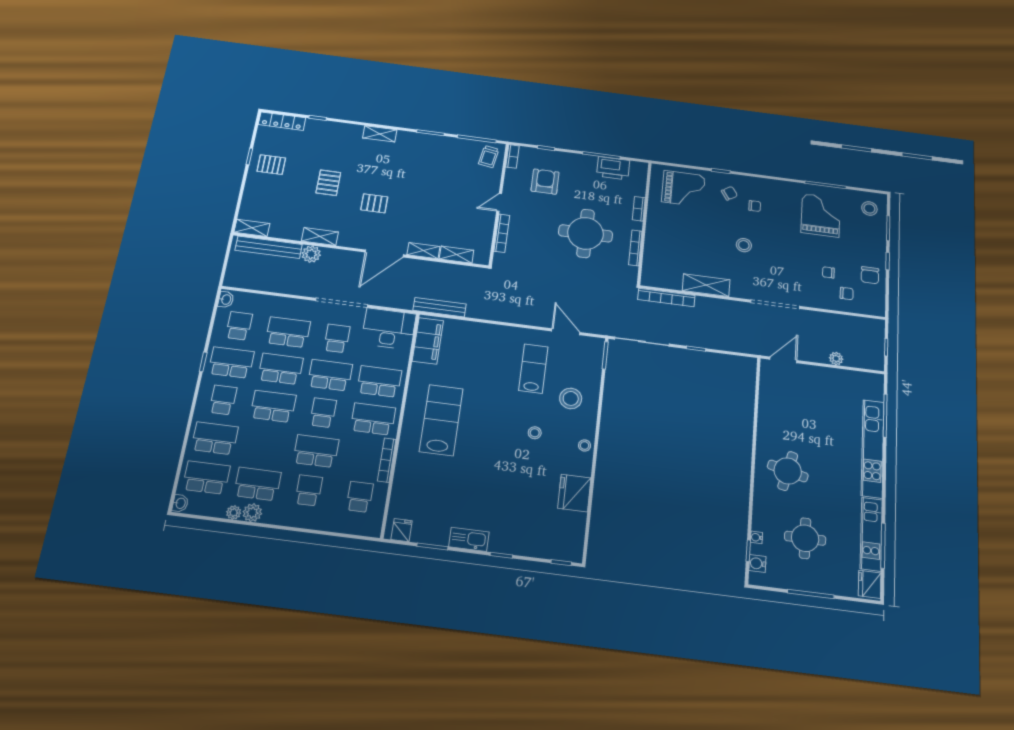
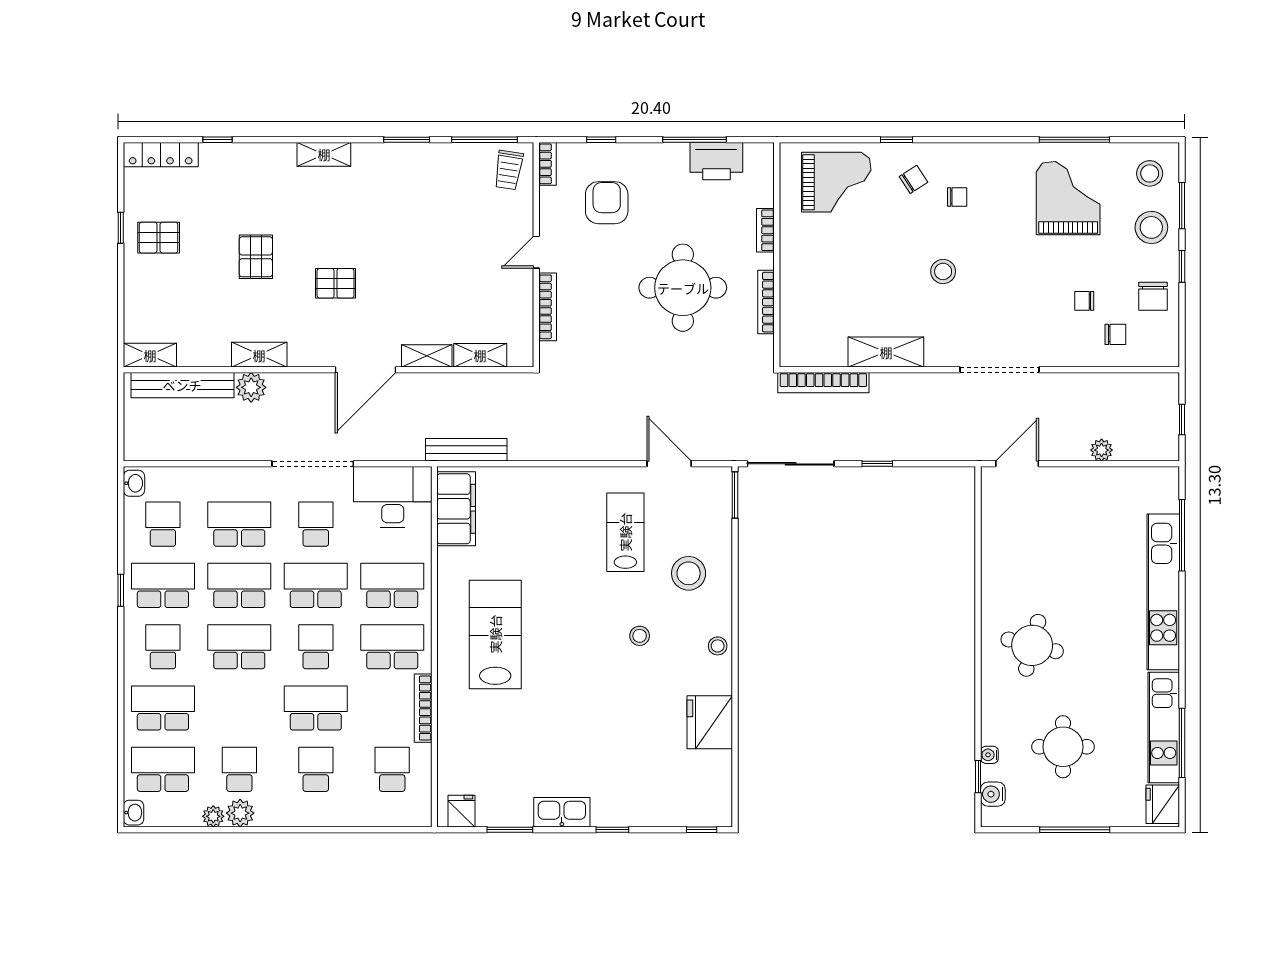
stool: (870, 238) -> (1151, 227), added
school desk: (257, 484) -> (239, 769), width x0.54

